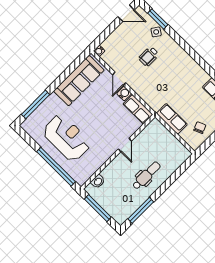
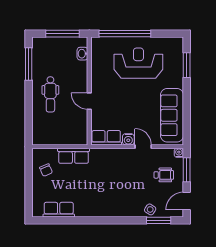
window: (105, 34) -> (187, 170), added
wheelchair: (149, 56) -> (164, 175), moved, turned 90
window: (36, 104) -> (187, 65), width x0.69
reception desk: (67, 138) -> (138, 63), turned 180

